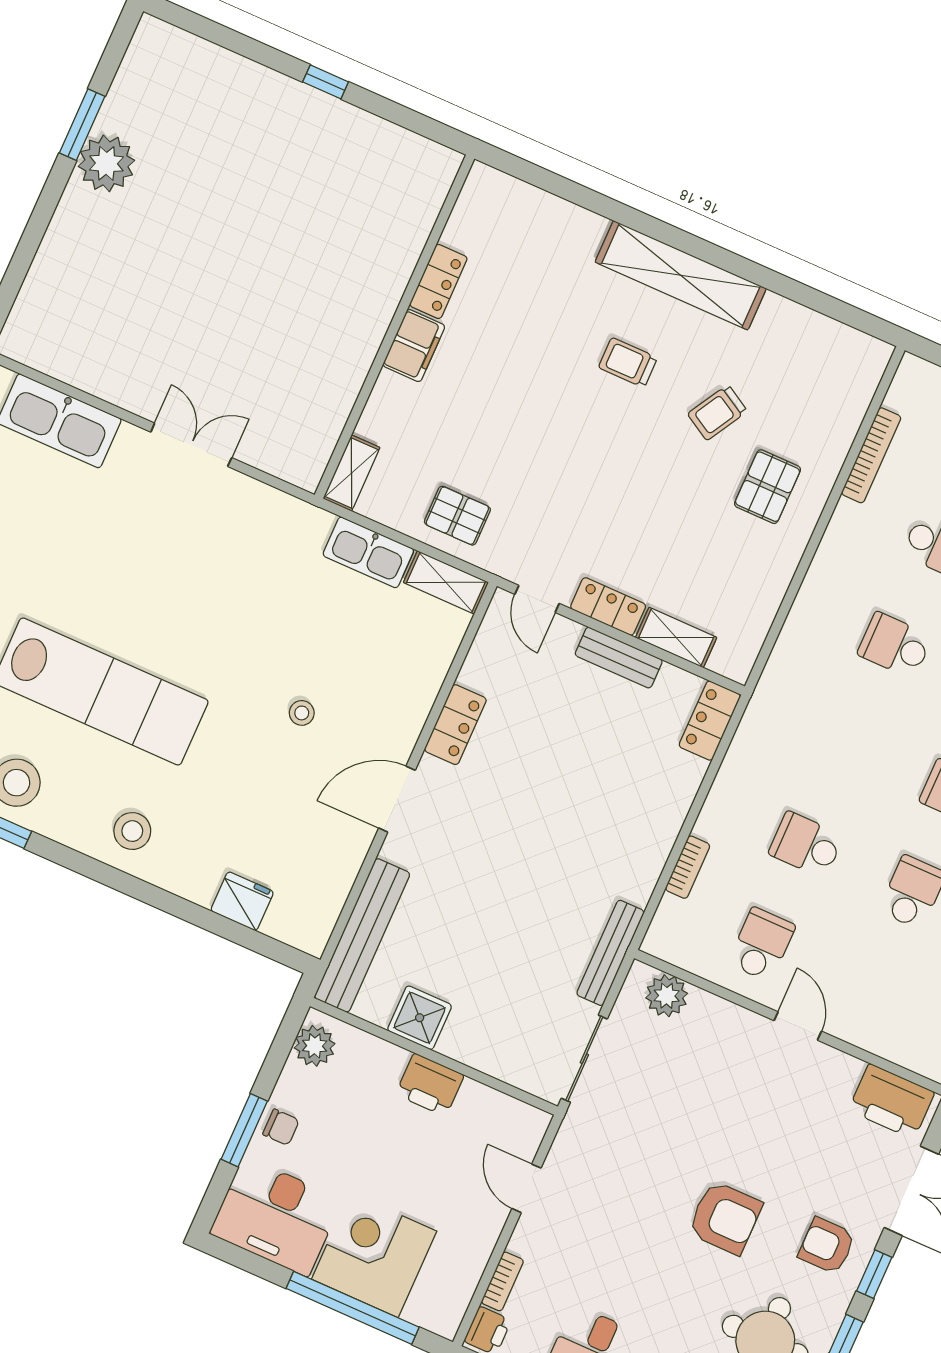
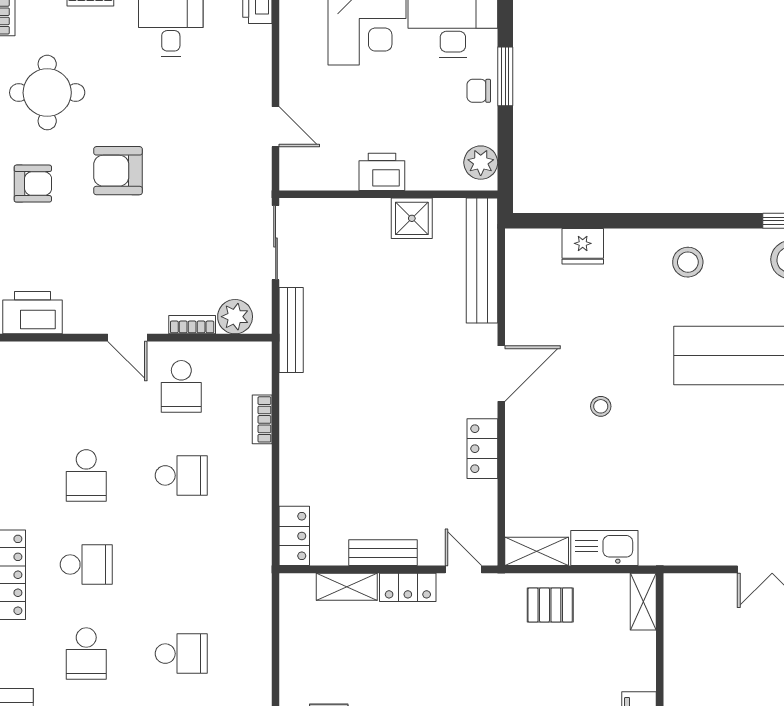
bookcase: (502, 1281) -> (192, 325), moved, turned 90

